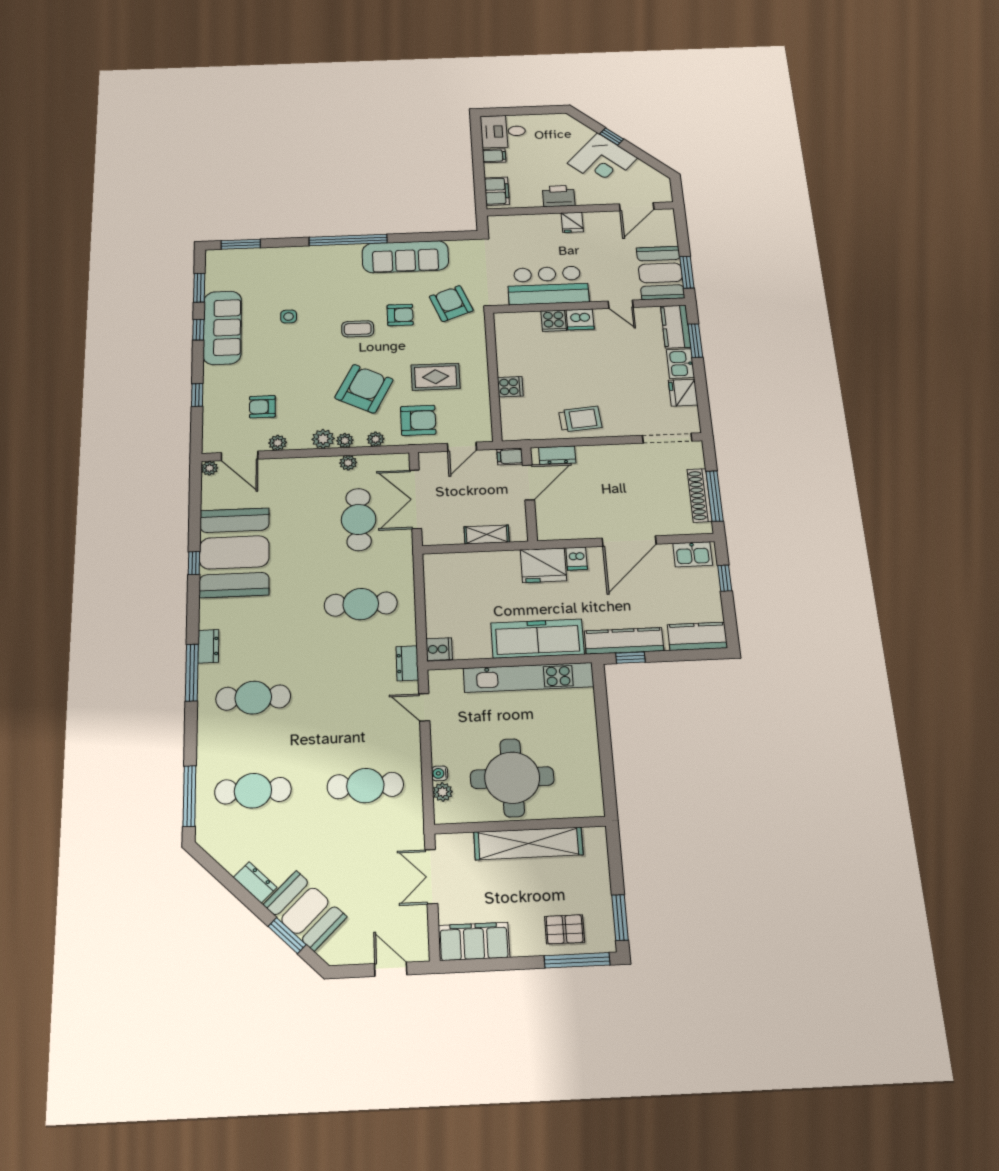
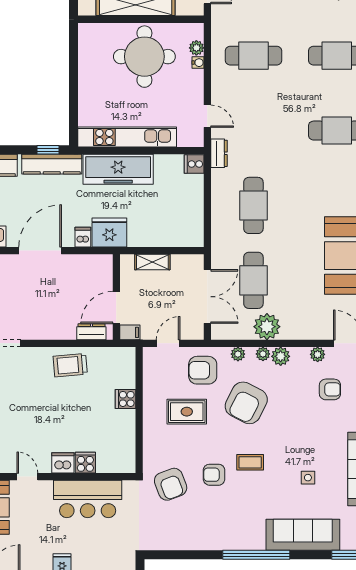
sofa: (405, 257) -> (303, 535), moved
plant: (348, 463) -> (267, 327), width x1.87, depth x1.87
cafe table: (361, 604) -> (253, 205), turned 90

